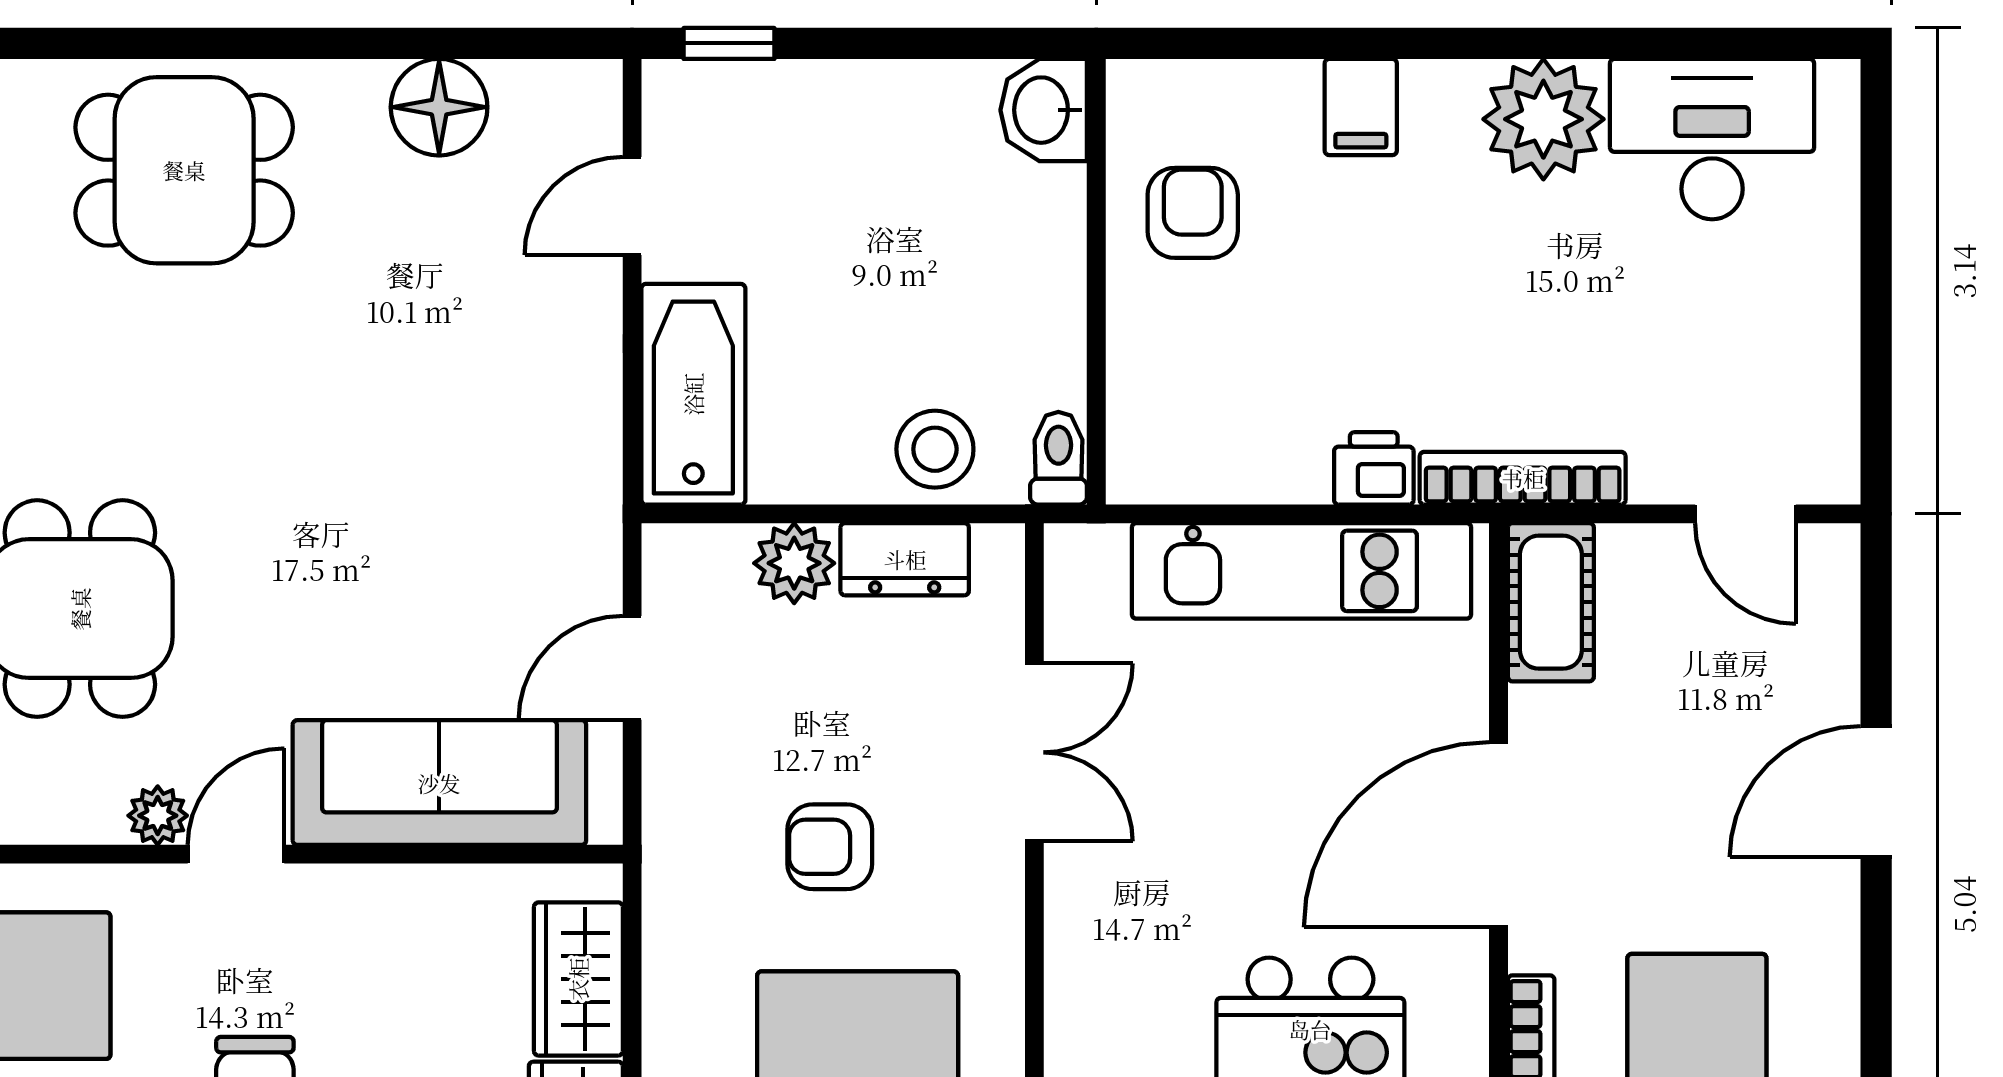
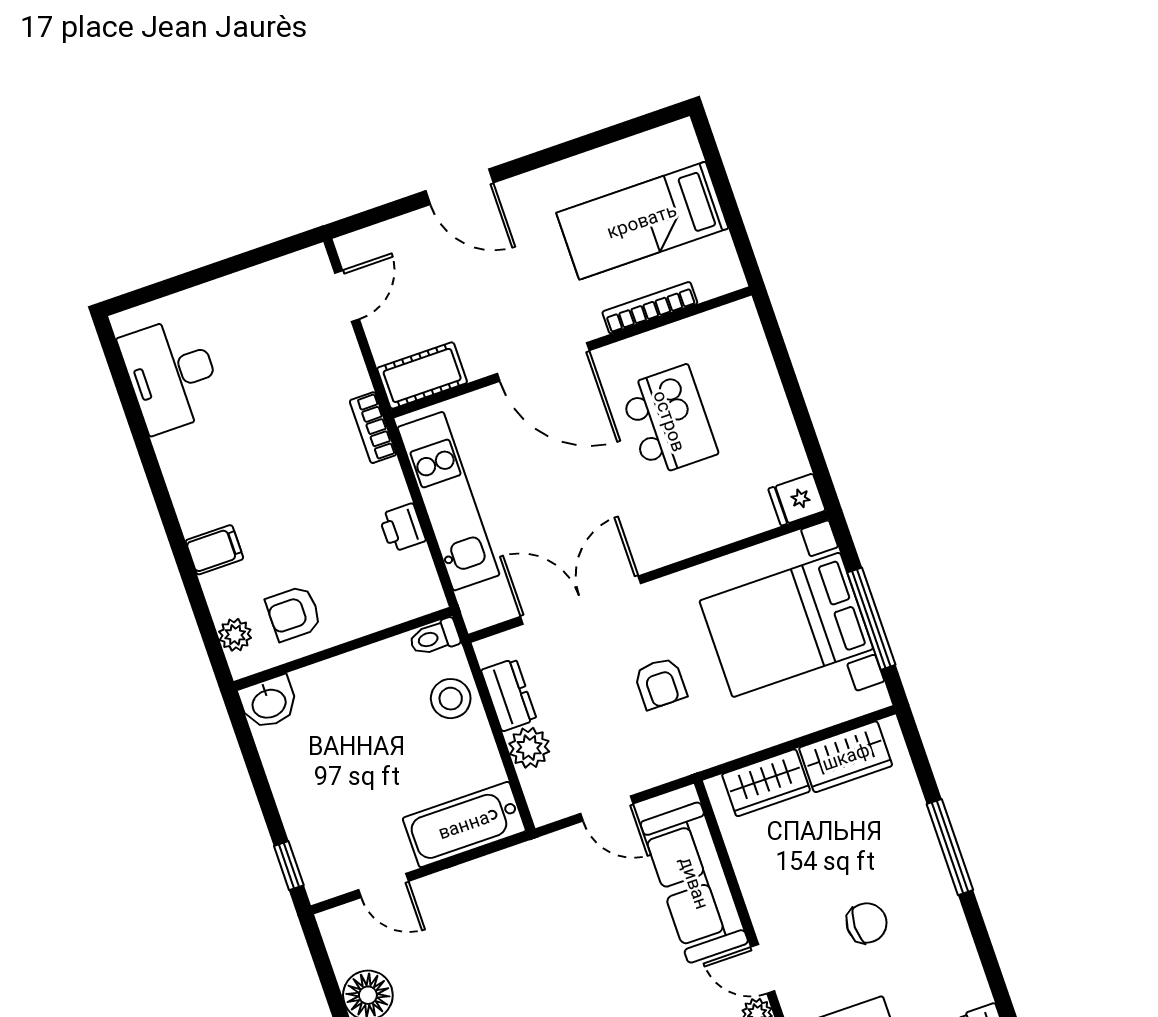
plant: (1543, 119) -> (235, 635), moved, width x0.53, depth x0.53
printer: (1374, 468) -> (402, 528), moved
bookcase: (1523, 478) -> (373, 428), width x0.64
double door: (1034, 752) -> (581, 600), width x1.37

